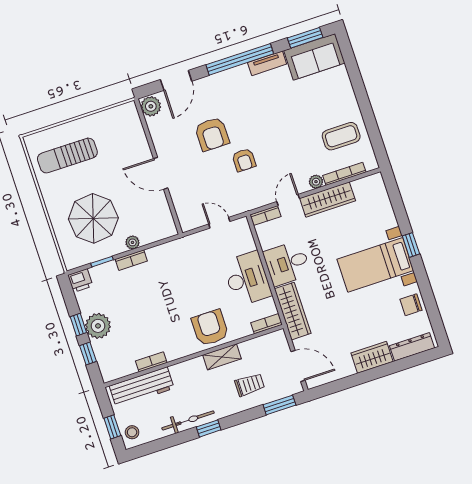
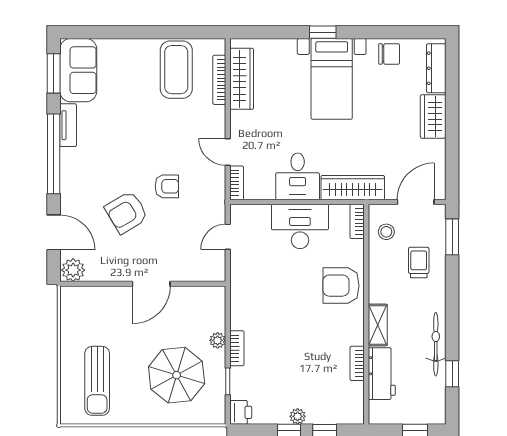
armchair: (212, 134) -> (126, 212), turned 149
coffee table: (341, 136) -> (176, 70), width x1.36, depth x1.32
plant: (316, 182) -> (218, 114), removed
wardrobe: (328, 200) -> (242, 79), moved
chair: (411, 305) -> (389, 54), turned -90
plant: (98, 326) -> (298, 416), width x0.53, depth x0.53
shelving: (222, 357) -> (378, 325), moved
workbench: (142, 387) -> (382, 374), width x0.73
window: (209, 428) -> (452, 374), moved
stool: (132, 432) -> (386, 232), moved

